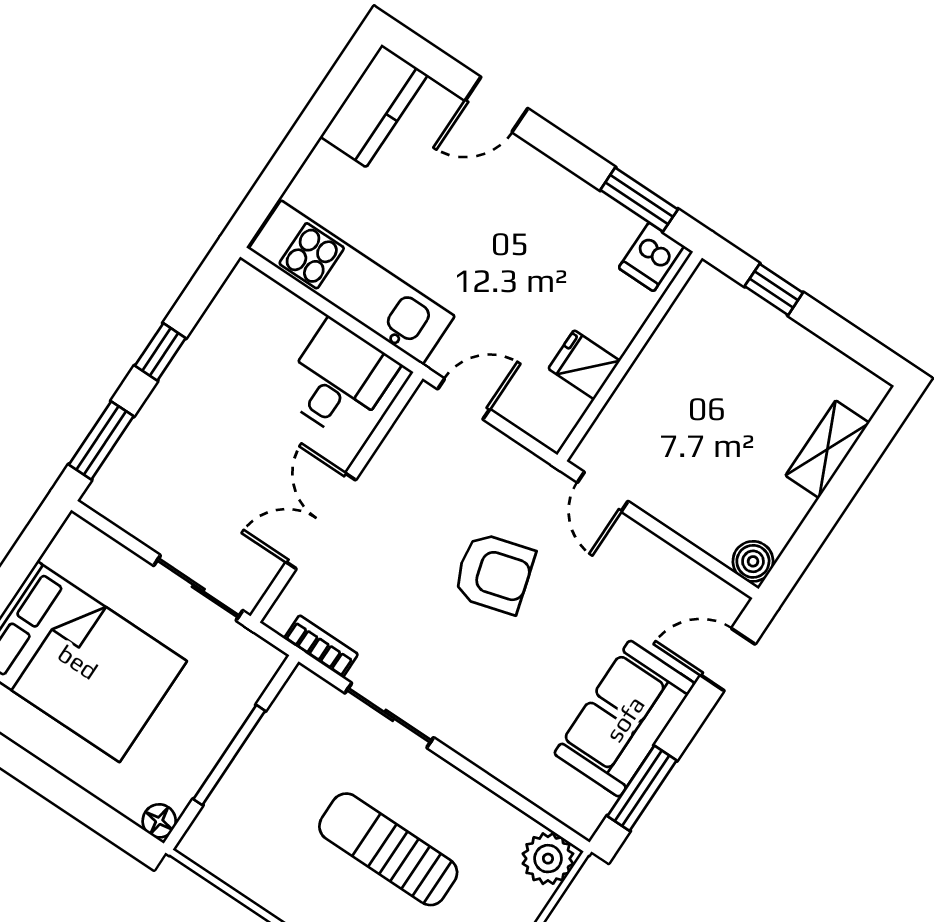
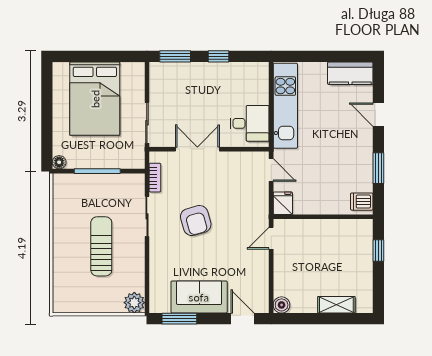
window: (639, 200) -> (378, 168), moved
fridge: (584, 365) -> (283, 203), moved
armchair: (494, 573) -> (196, 221), moved

